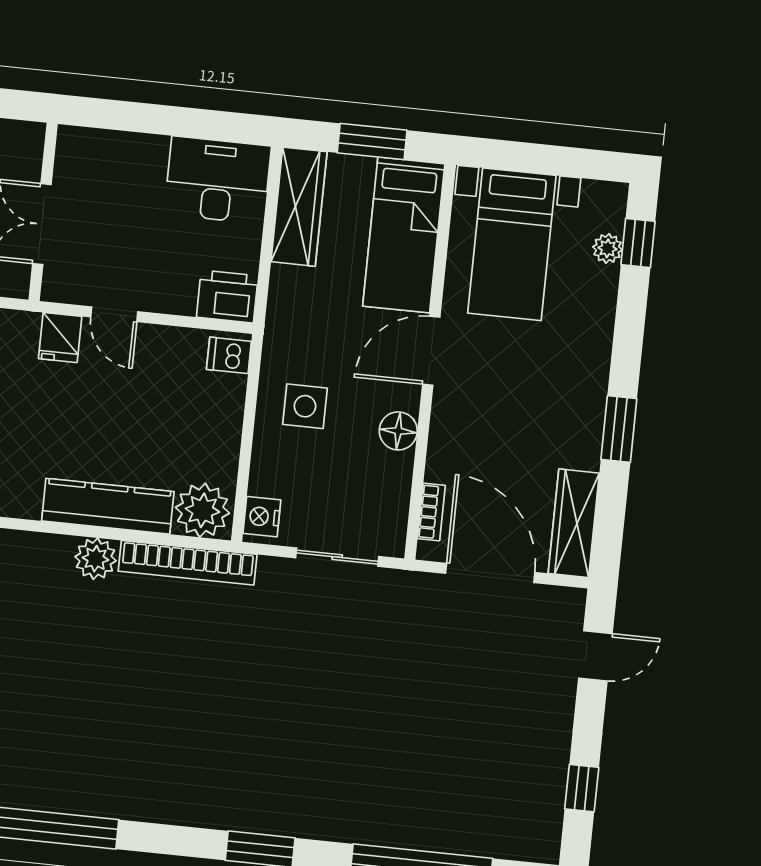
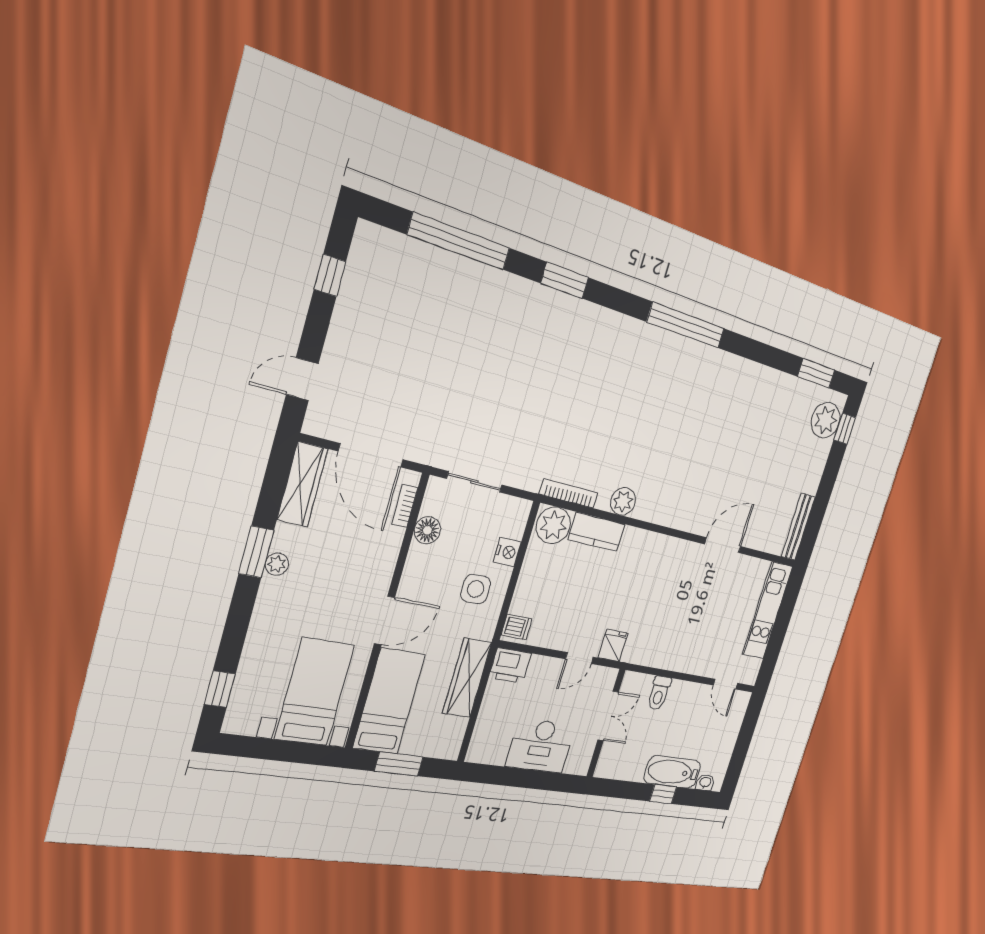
desk: (218, 180) -> (541, 746), moved
wardrobe: (299, 207) -> (467, 678), moved
plant: (608, 248) -> (277, 564), moved
door: (114, 314) -> (579, 658), swing flipped
floor lamp: (398, 431) -> (427, 530), moved
kitchen counter: (108, 506) -> (597, 532), width x0.67
nightstand: (262, 517) -> (507, 552), moved
bookcase: (188, 563) -> (569, 493), width x0.68, depth x0.76

